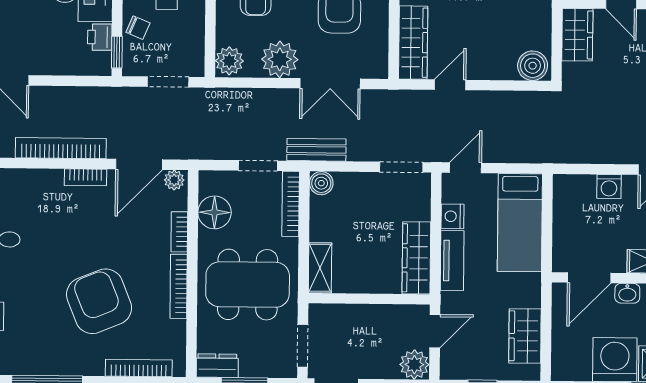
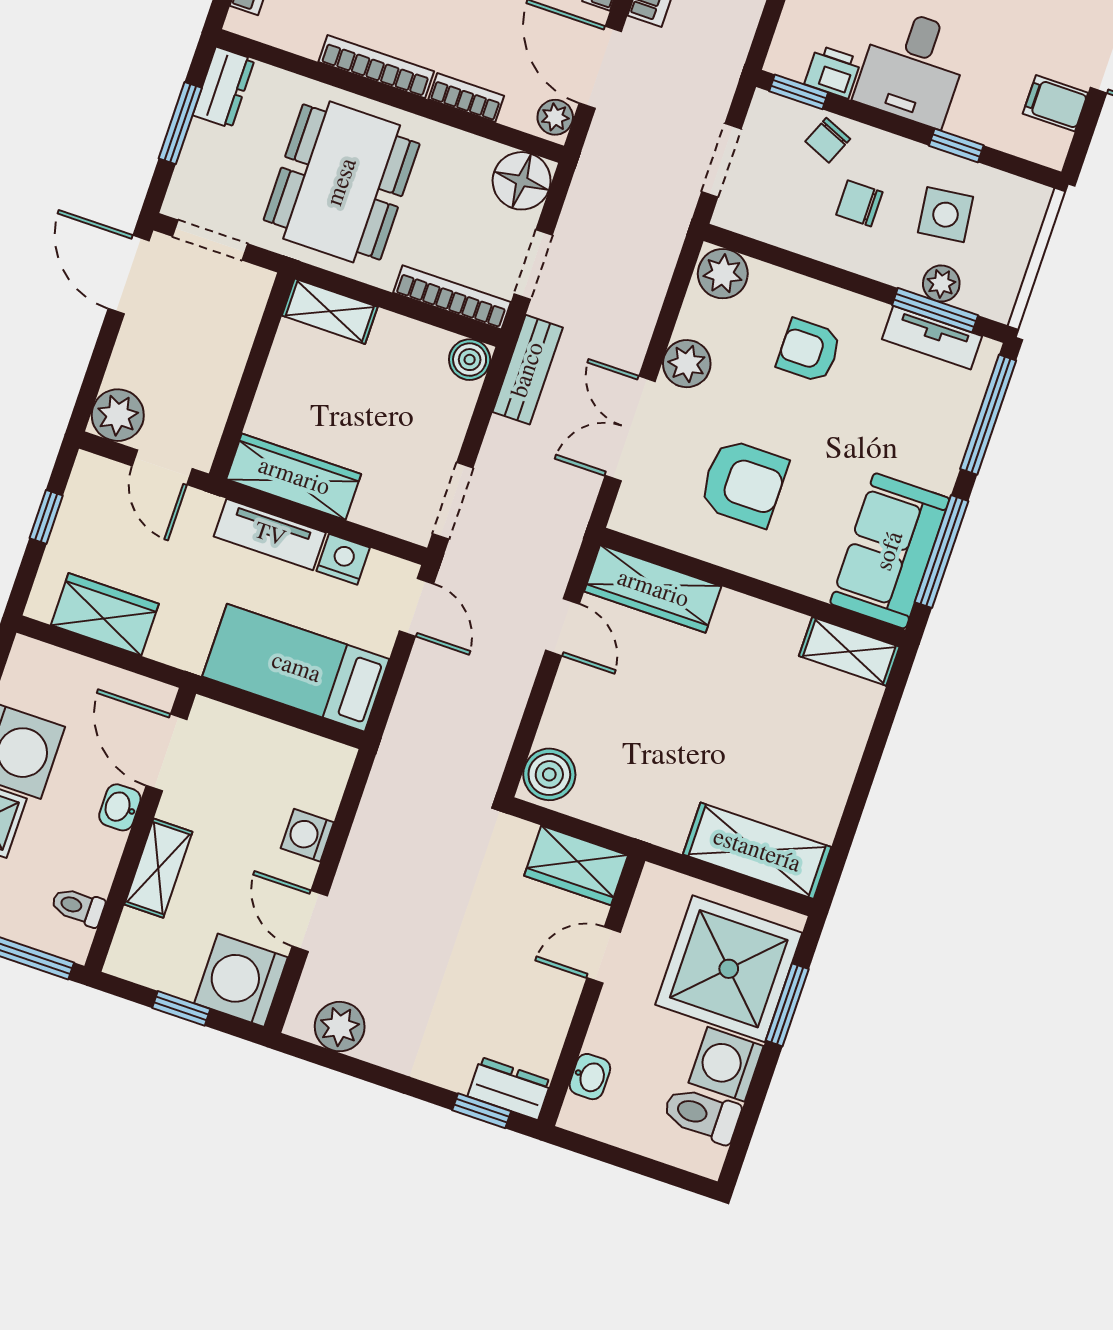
plant: (280, 59) -> (687, 364), width x0.73, depth x0.73
floor lamp: (215, 212) -> (522, 181), moved

